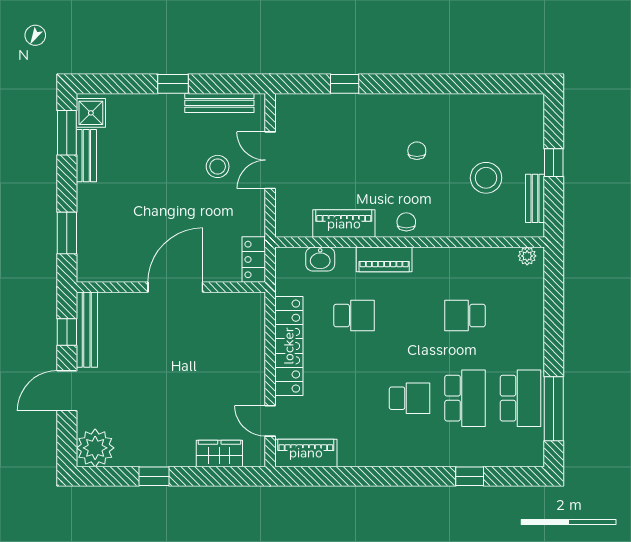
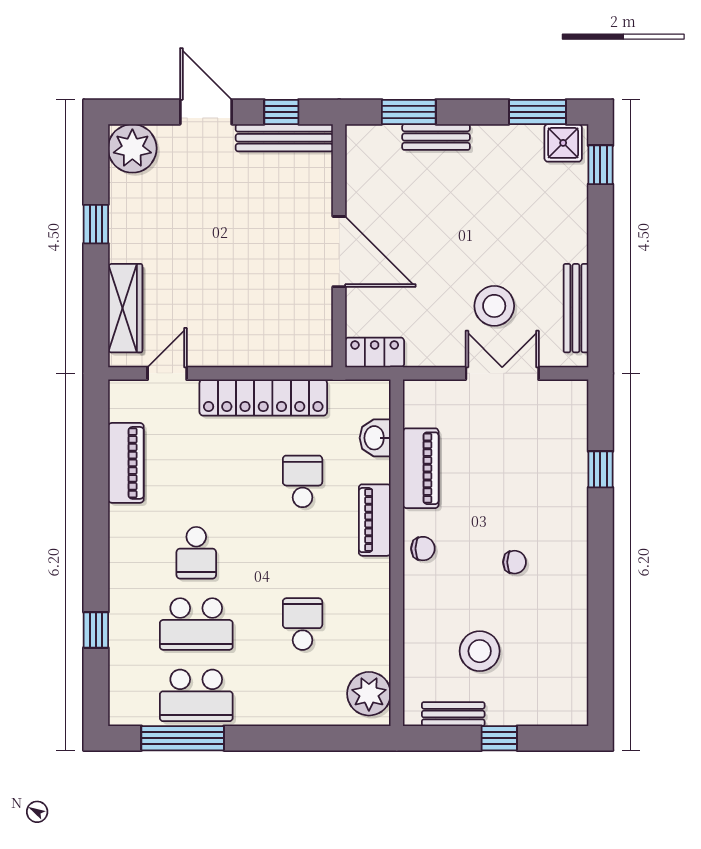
window: (173, 84) -> (600, 165), moved
bench: (86, 156) -> (436, 137), moved
stool: (218, 166) -> (494, 306), width x1.38, depth x1.38
plant: (527, 256) -> (369, 694), width x1.88, depth x1.88
school desk: (354, 316) -> (303, 481), turned 180
wardrobe: (219, 453) -> (125, 308), width x1.50
piano: (306, 453) -> (126, 463), moved

